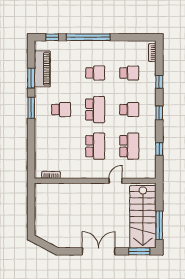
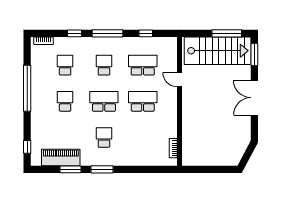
window: (88, 37) -> (27, 88), moved
window: (159, 113) -> (108, 33), width x2.17

